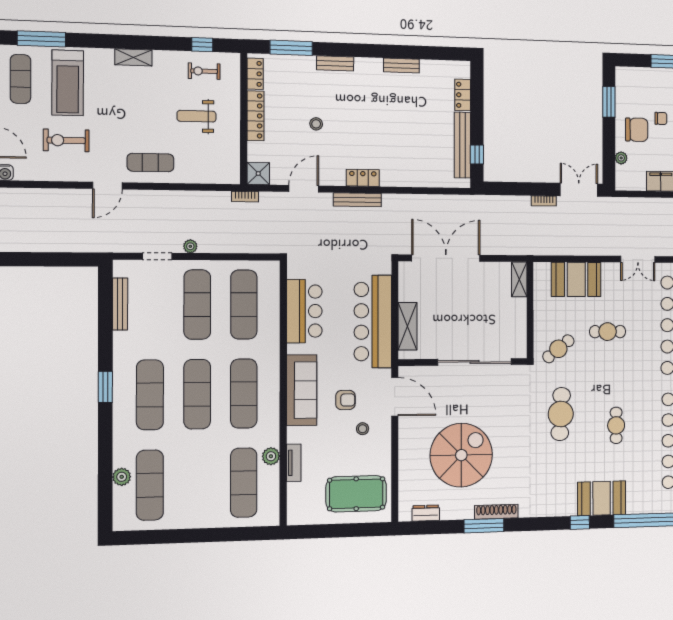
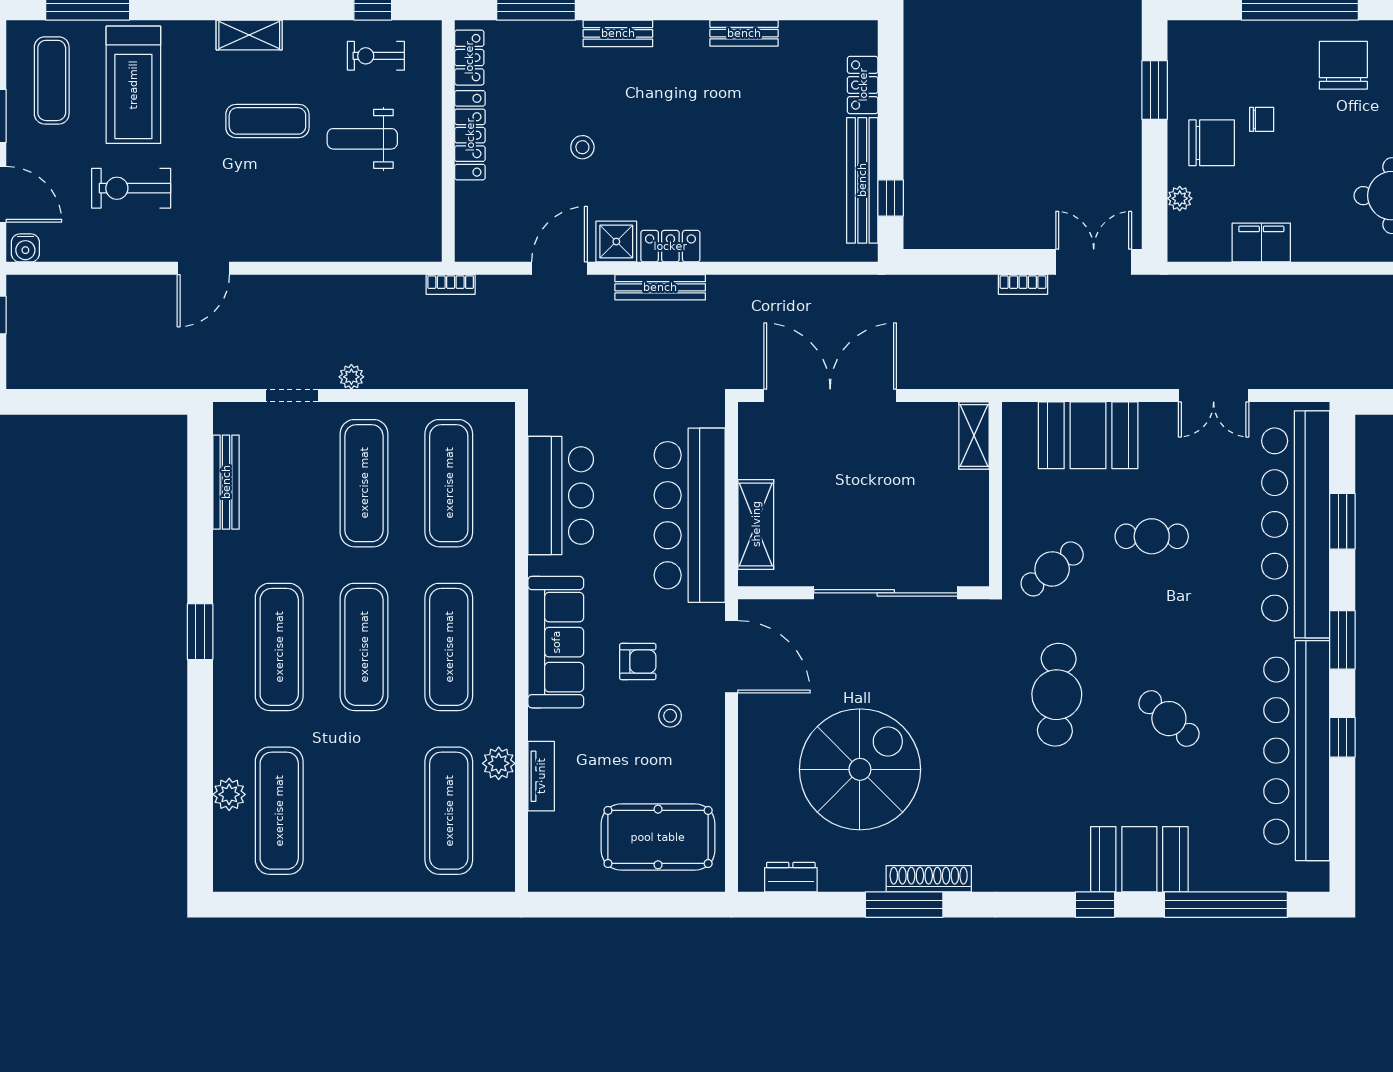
exercise mat: (150, 163) -> (267, 121), moved
shower: (258, 173) -> (616, 242), moved
cafe table: (616, 425) -> (1169, 719), turned -49

